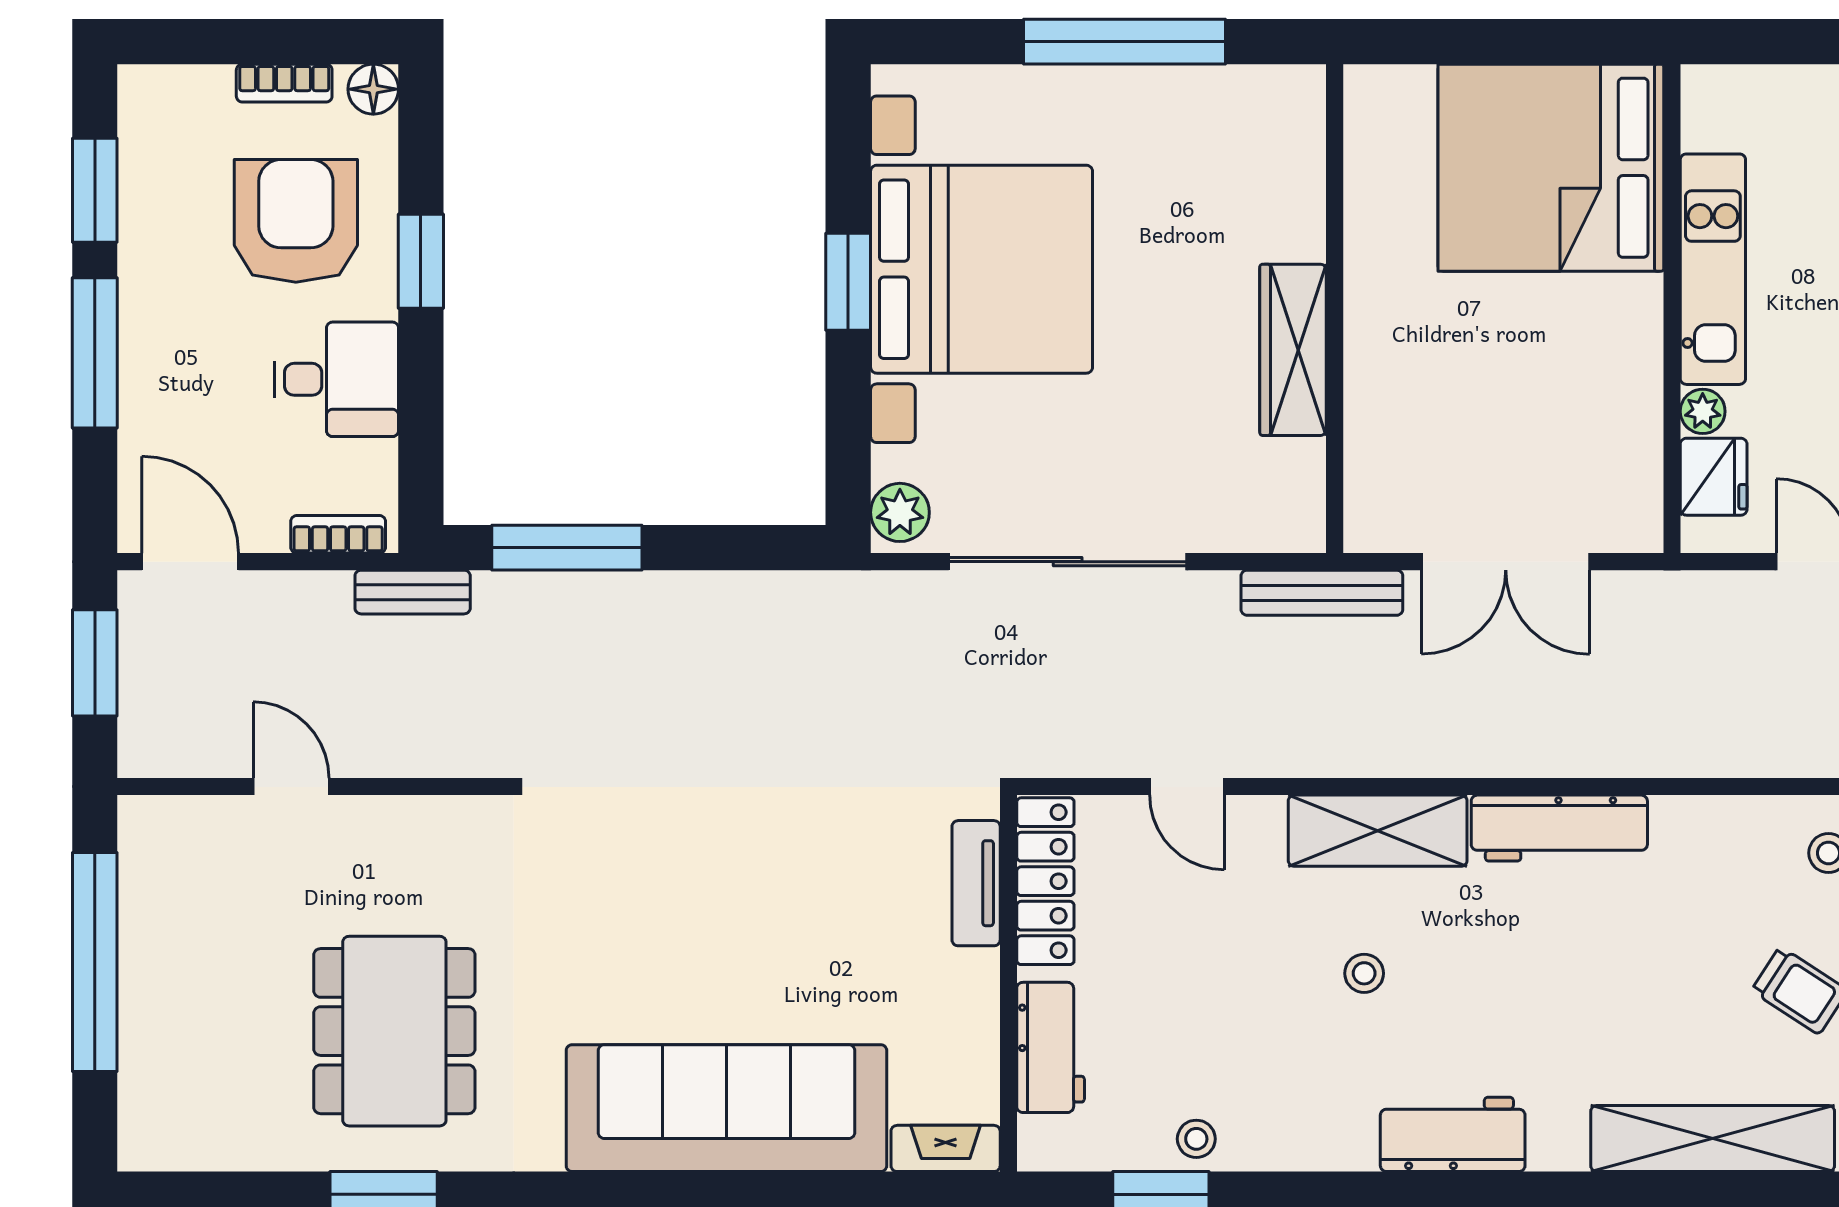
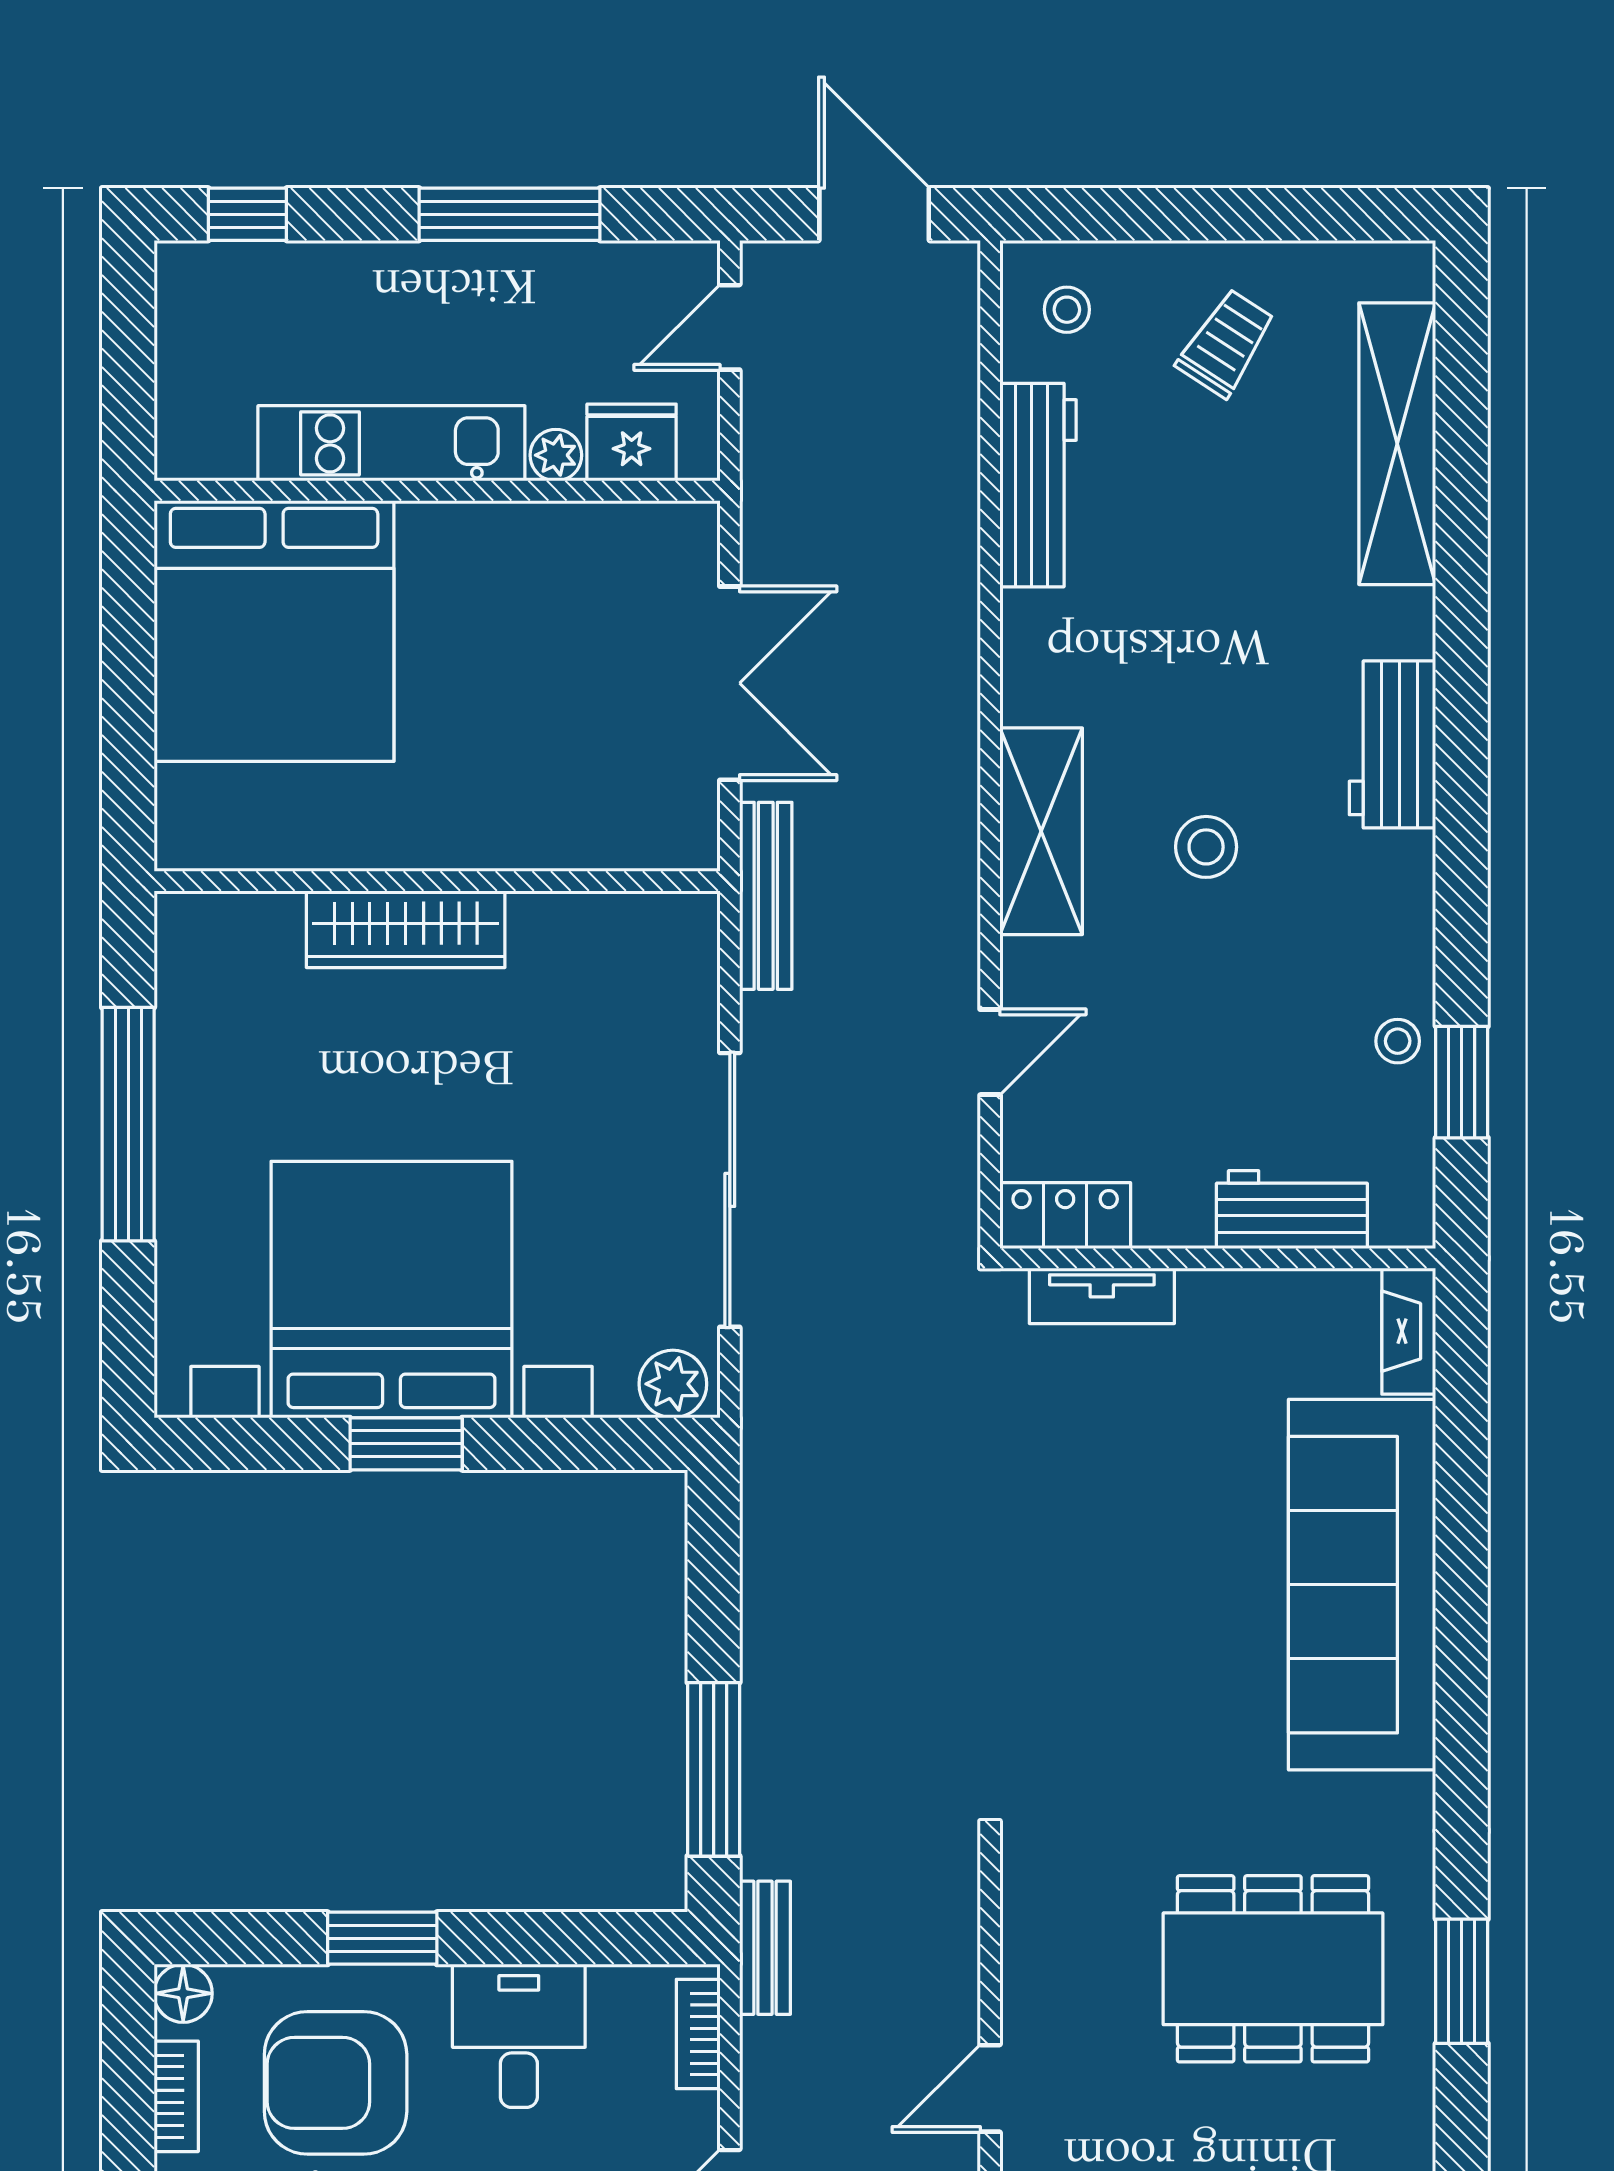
wardrobe: (1293, 350) -> (406, 929), moved
workbench: (1559, 828) -> (1038, 485), moved
locker: (1045, 881) -> (1065, 1216), width x0.66
stool: (1364, 973) -> (1206, 847), width x1.37, depth x1.37

